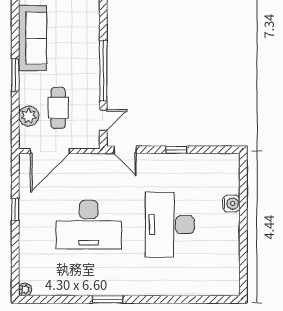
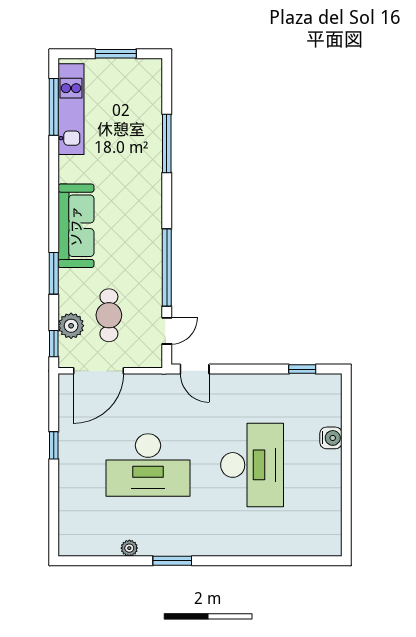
window: (15, 130) -> (54, 344), added
window: (176, 150) -> (302, 369), moved
desk: (170, 225) -> (252, 465), turned 180
plant: (25, 289) -> (129, 548), moved

